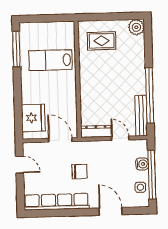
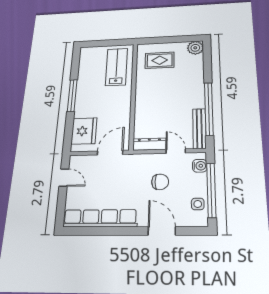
window: (16, 49) -> (72, 96), moved
lab bench: (51, 60) -> (116, 67), moved, turned 90
door: (60, 140) -> (110, 153), hinge flipped
water cooler: (142, 164) -> (200, 166), moved
chair: (80, 172) -> (160, 182), moved

